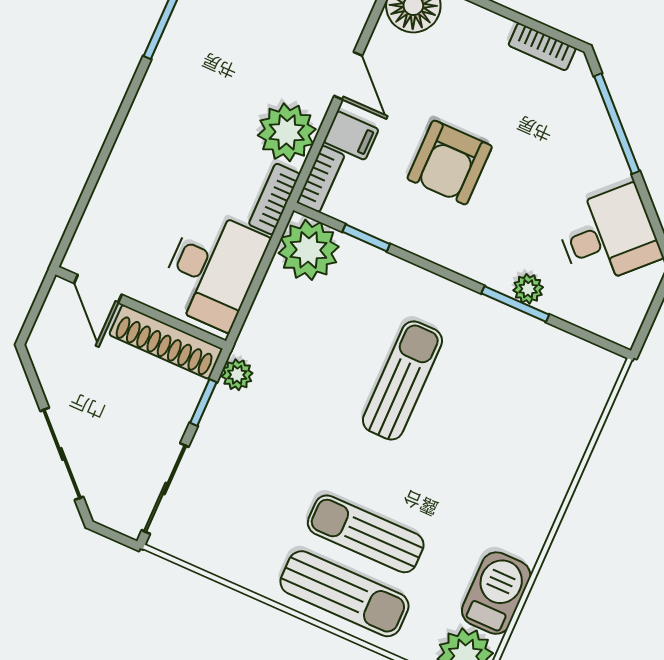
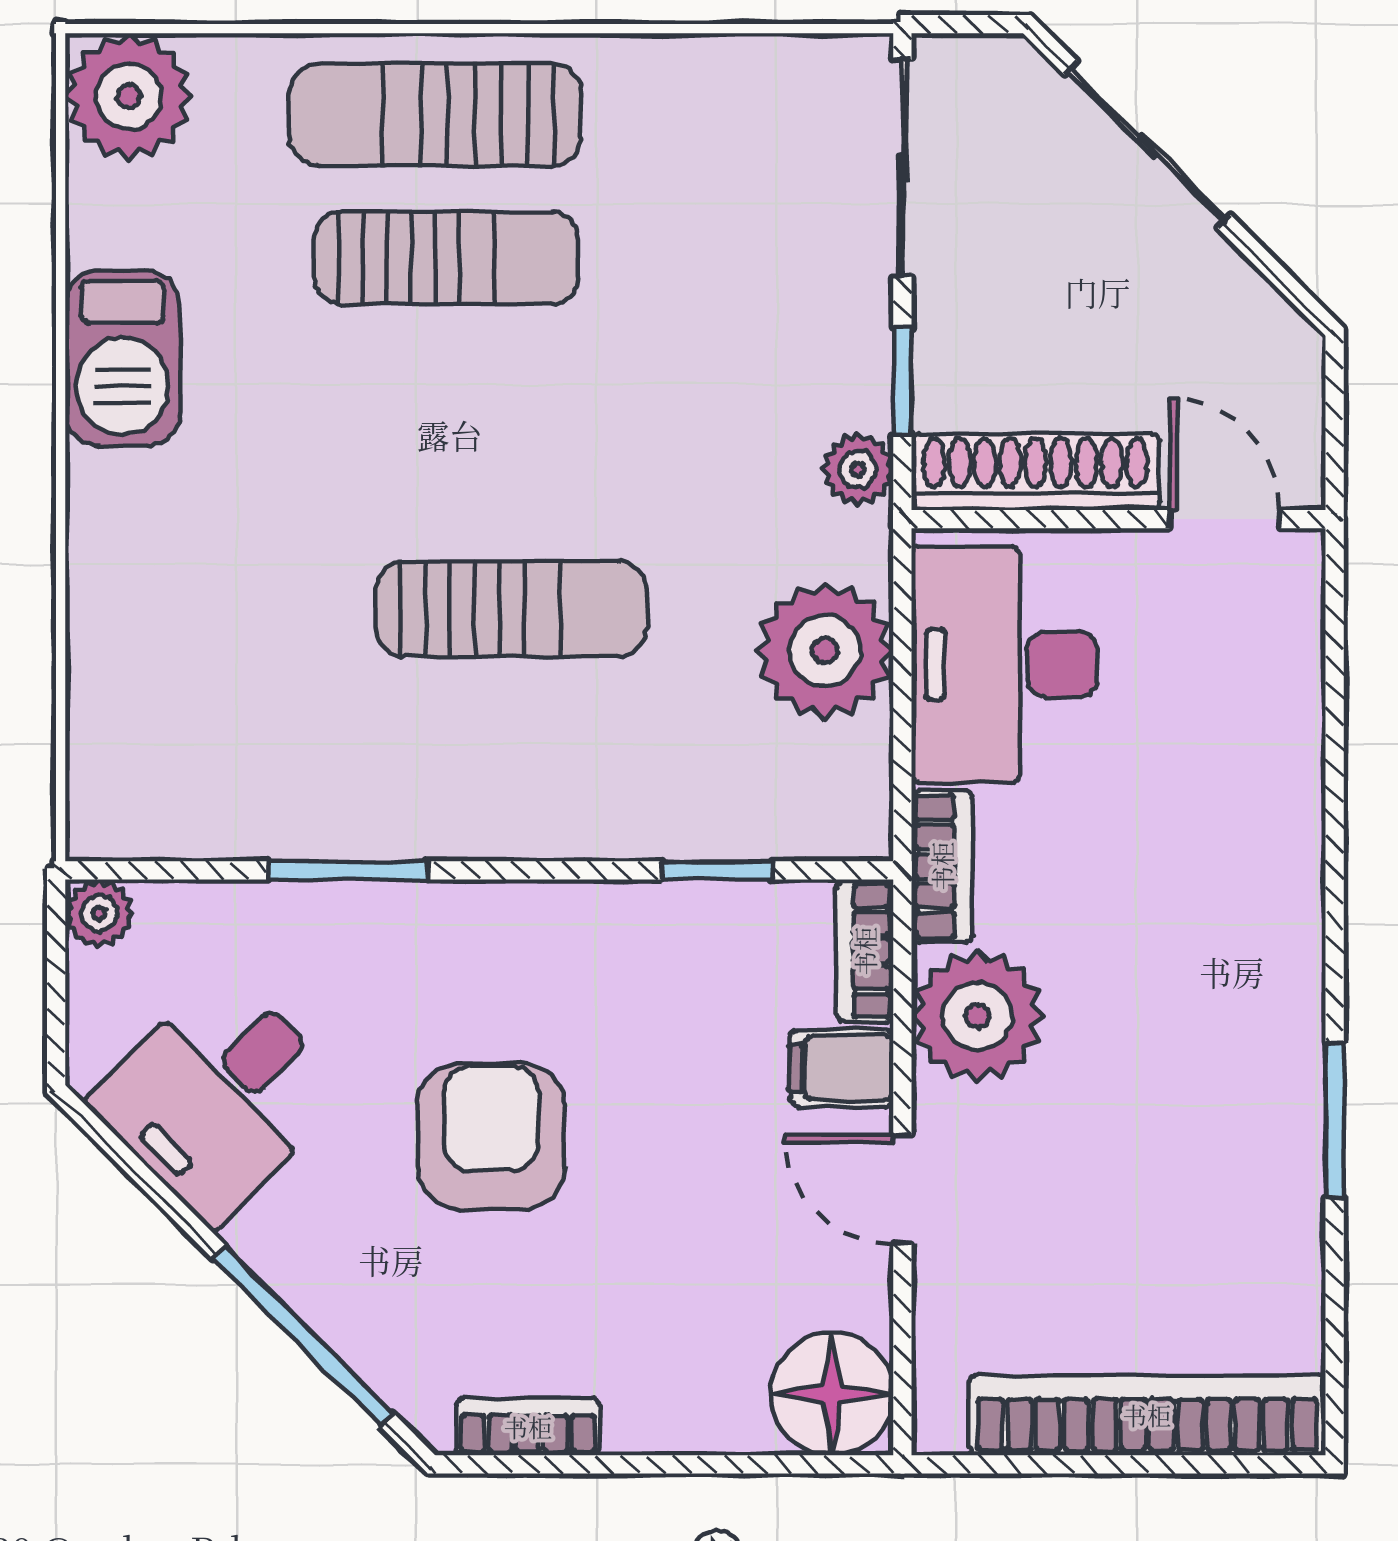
armchair: (450, 163) -> (491, 1136), moved
plant: (309, 250) -> (825, 651), moved
plant: (528, 289) -> (99, 913), moved
sun lounger: (402, 380) -> (511, 609), turned -90
barbecue: (496, 593) -> (123, 358), moved

